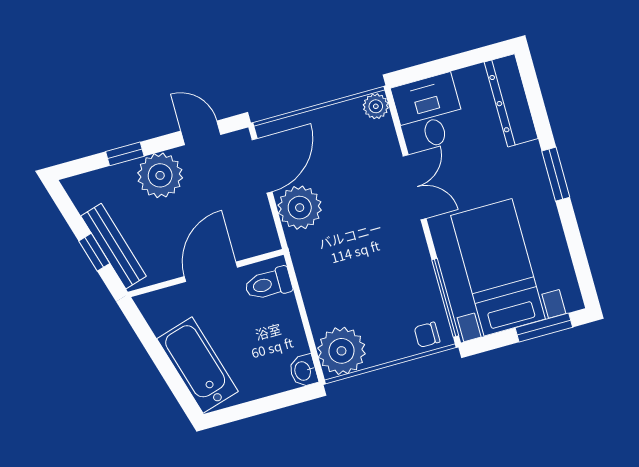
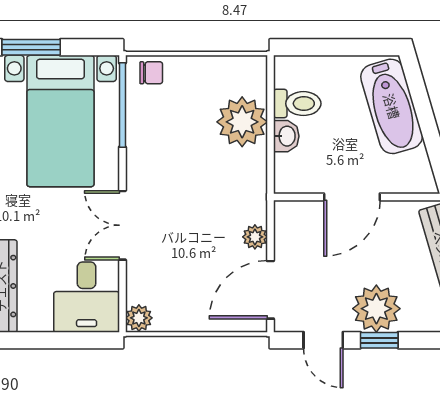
window: (125, 154) -> (379, 340), moved
plant: (300, 208) -> (255, 237), width x0.53, depth x0.53
toilet: (268, 284) -> (297, 104), moved
plant: (342, 351) -> (242, 122), moved
washbasin: (303, 371) -> (286, 136), moved

